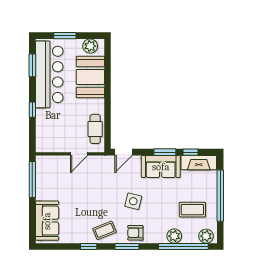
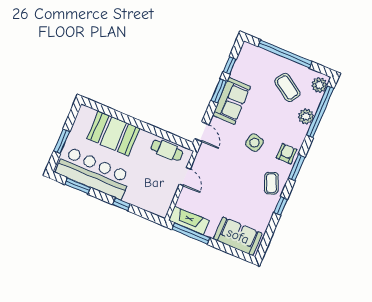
plant: (90, 46) -> (83, 121), removed
fireplace: (199, 163) -> (189, 220), moved, turned -90
coffee table: (192, 210) -> (287, 87), turned -56
armchair: (135, 233) -> (287, 154), turned 180

